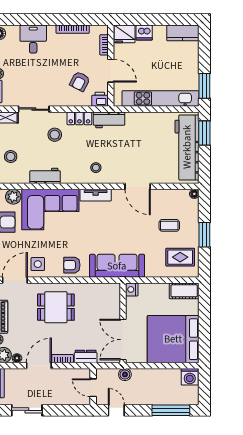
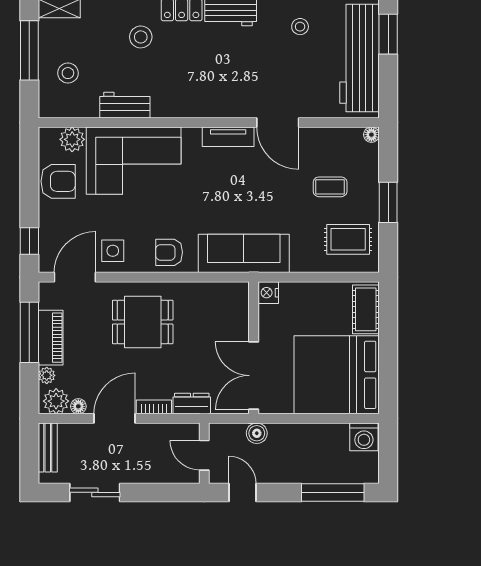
stool: (96, 168) -> (300, 27), moved
tv unit: (96, 195) -> (228, 137), moved
cot: (184, 291) -> (366, 309), moved, turned 90

